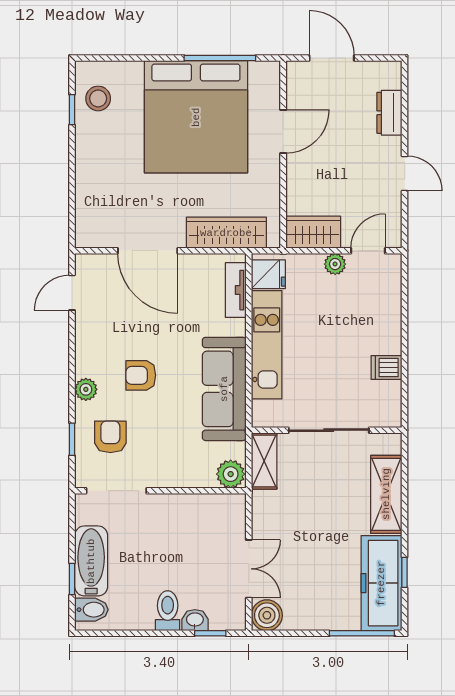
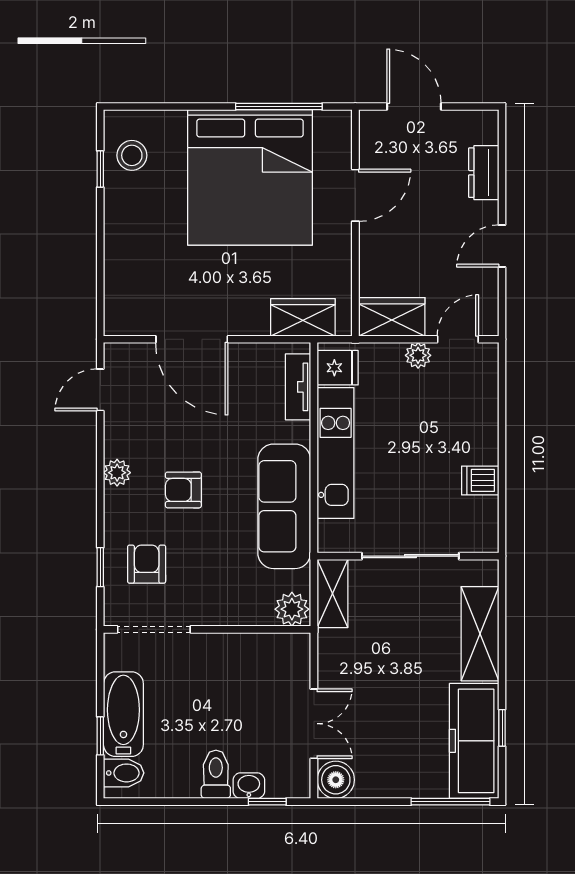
door: (405, 173) -> (502, 246), swing flipped
wardrobe: (226, 233) -> (303, 317), width x0.67
plant: (86, 389) -> (117, 473), moved

